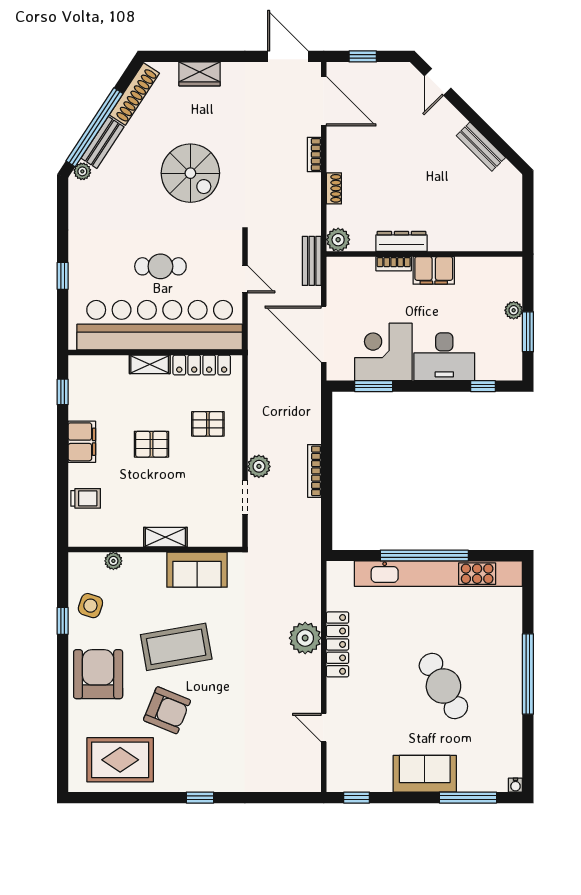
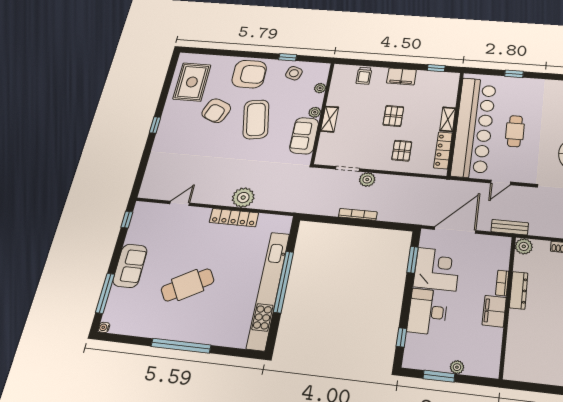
plant: (156, 561) -> (315, 112), added

